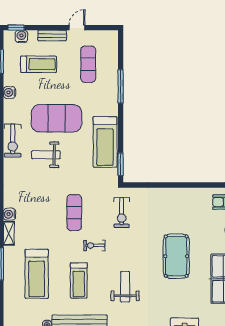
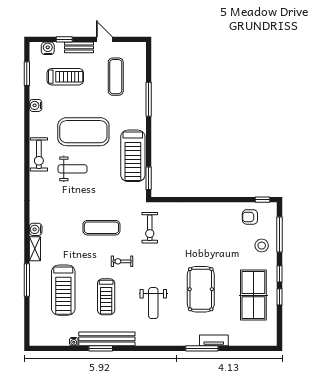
window: (16, 28) -> (64, 39), moved
door: (77, 28) -> (104, 39), hinge flipped
weight bench: (46, 155) -> (73, 169), turned 180
exercise mat: (74, 213) -> (101, 228), turned 90
pool table: (176, 256) -> (201, 289), moved
weight bench: (125, 287) -> (153, 303), turned 180

